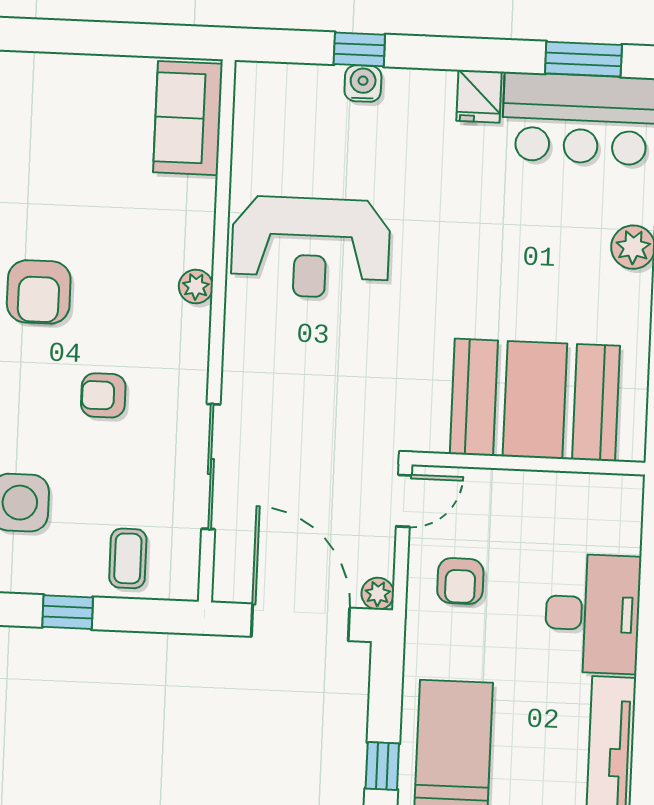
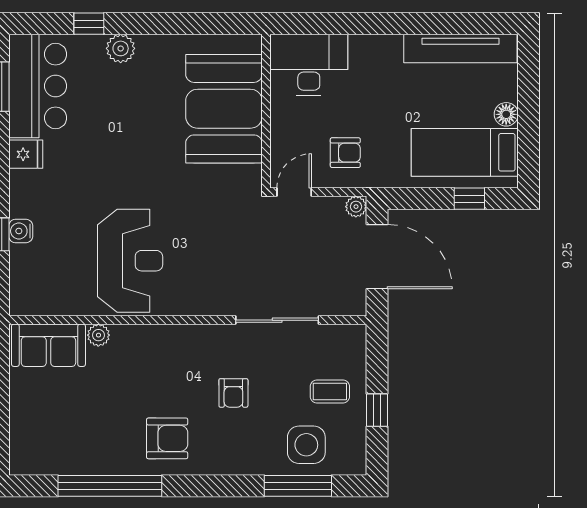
plant: (196, 287) -> (98, 335), moved
door: (404, 501) -> (294, 192), hinge flipped
coffee table: (128, 558) -> (330, 392), moved
desk: (593, 614) -> (309, 65), moved
door: (300, 622) -> (377, 257), swing flipped

